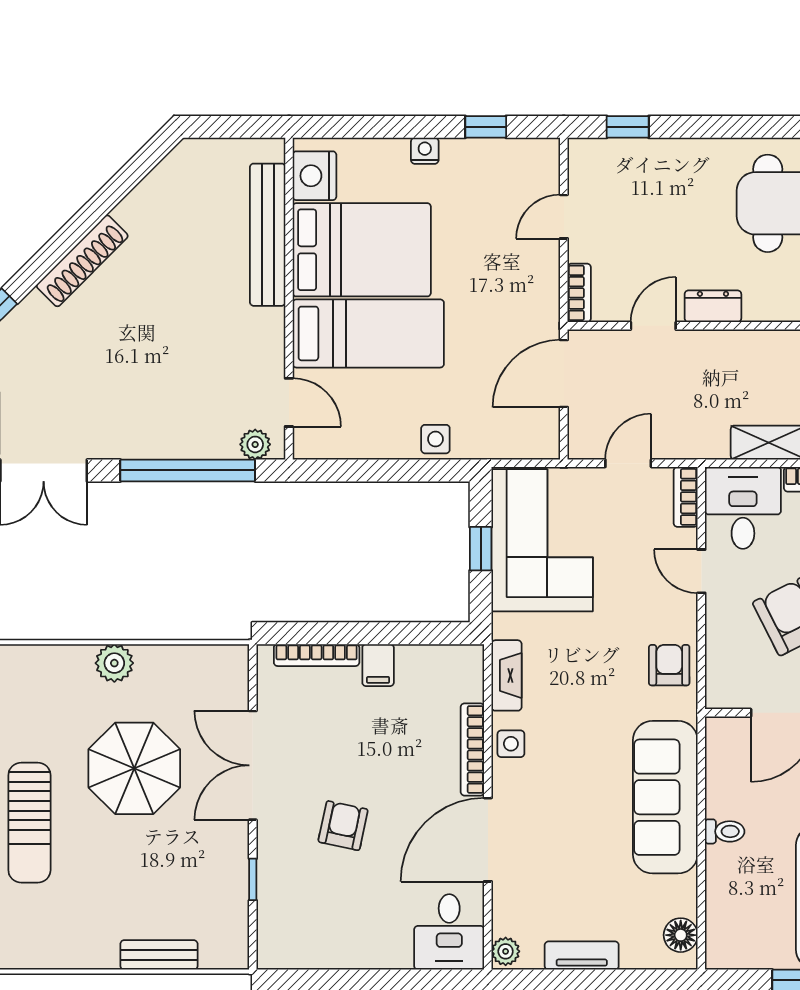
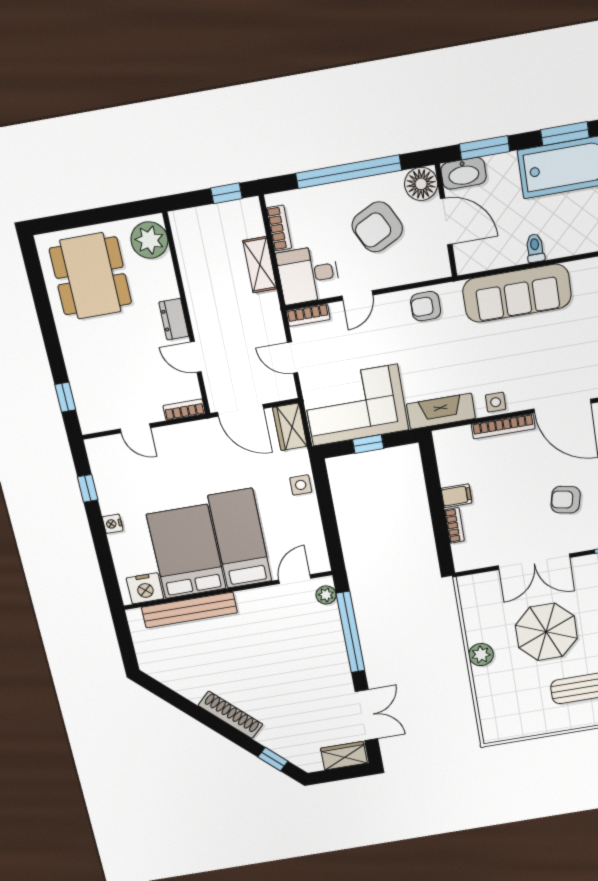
wardrobe: (526, 440) -> (290, 427), added
bookcase: (317, 655) -> (454, 525), width x0.64
fireplace: (507, 675) -> (441, 411), width x1.37, depth x1.32

